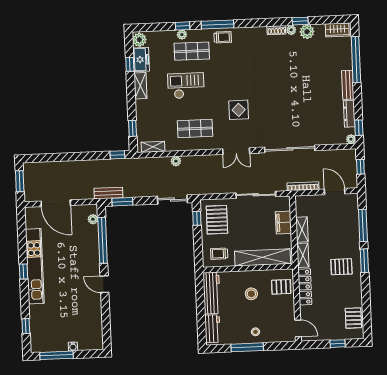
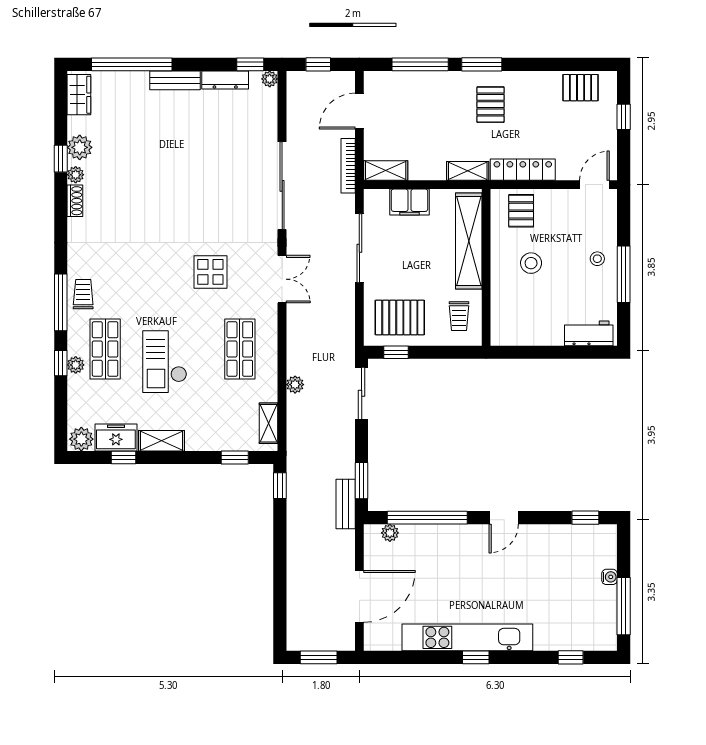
shelving: (302, 229) -> (386, 170), moved
workbench: (212, 293) -> (527, 332), removed
window: (106, 331) -> (585, 518), added

